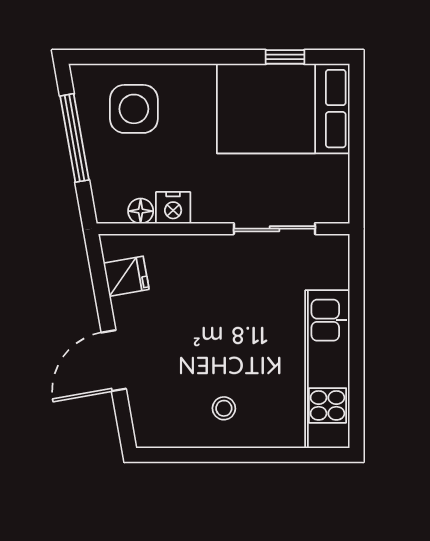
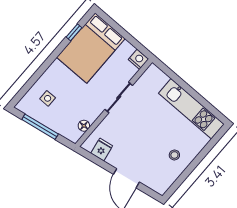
side table: (134, 109) -> (48, 98), width x0.54, depth x0.54
nightstand: (173, 208) -> (138, 59), moved, turned -90
sliding door: (274, 229) -> (119, 97), moved

